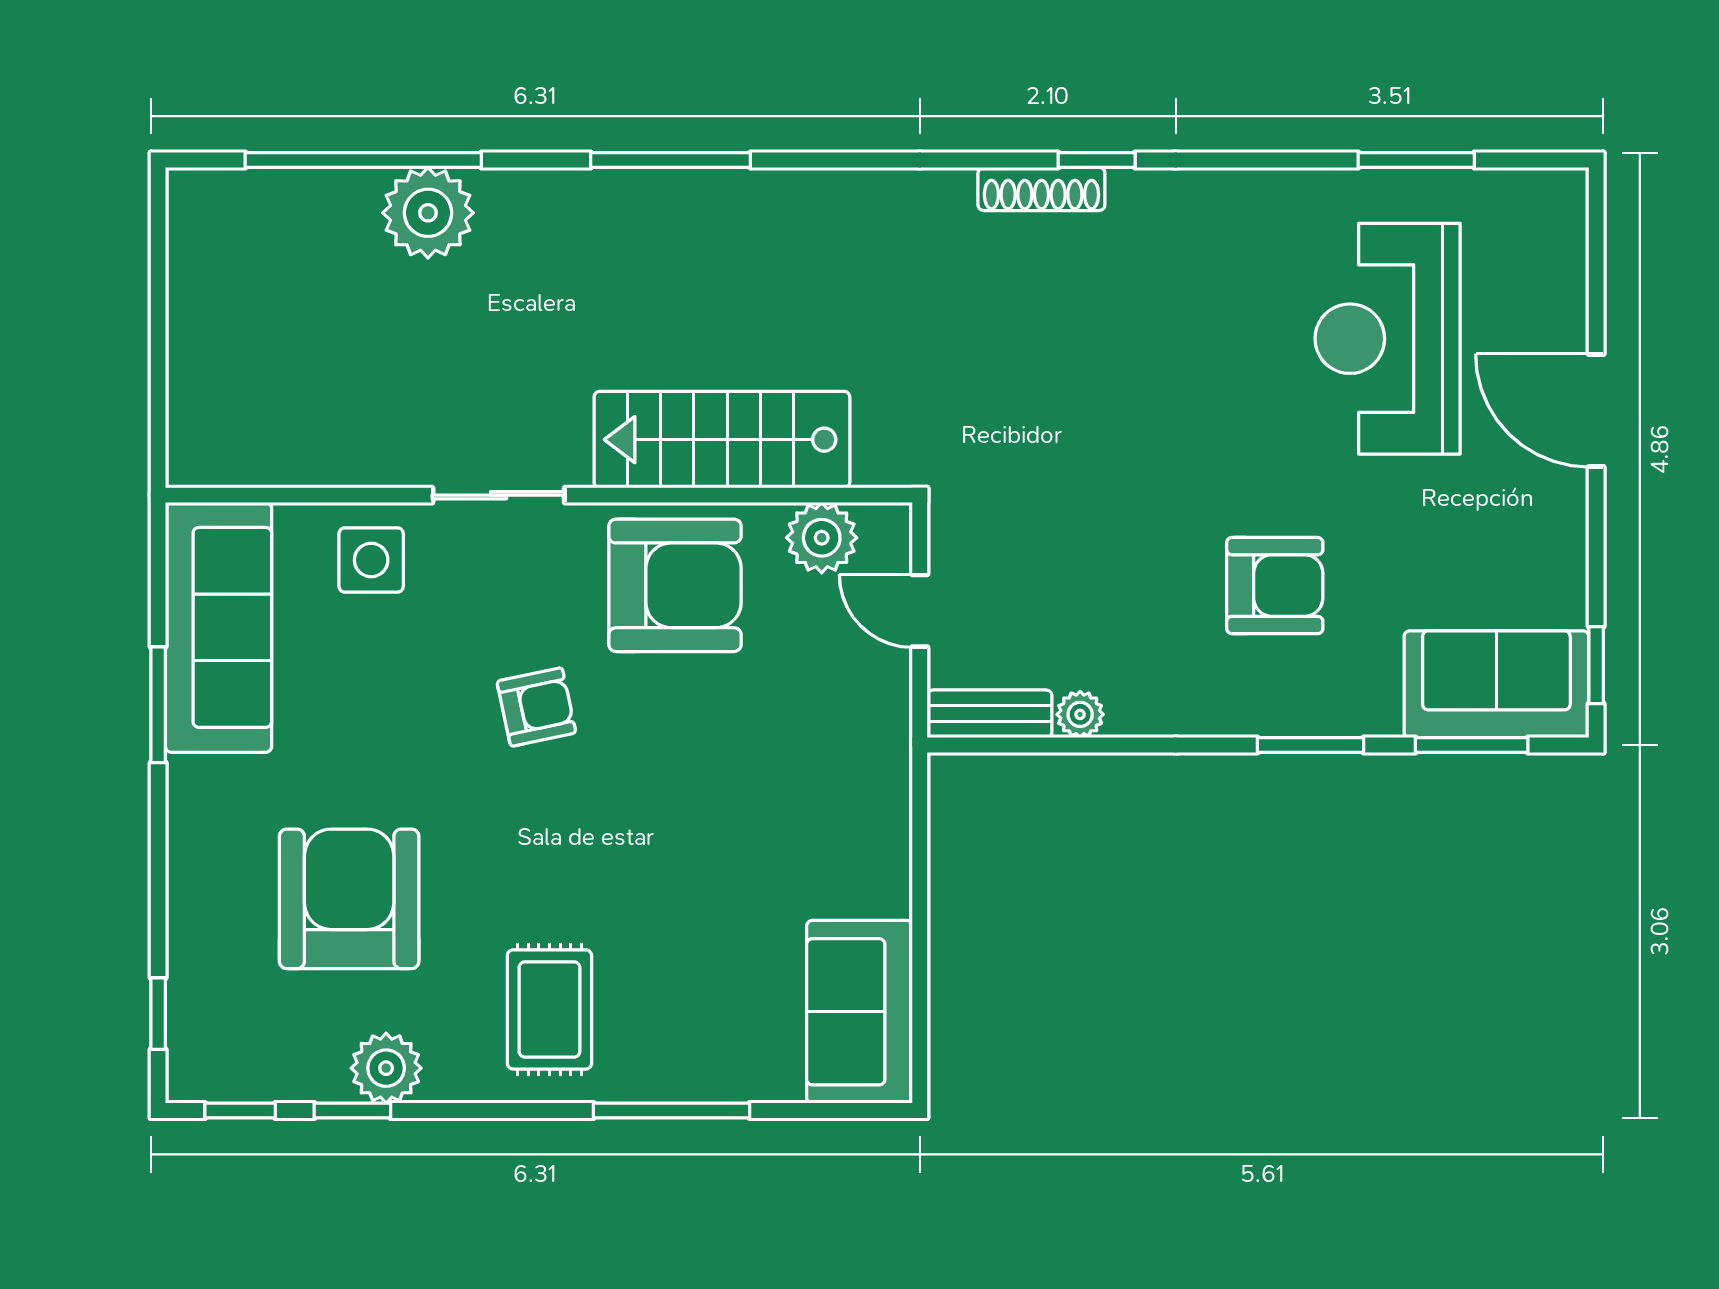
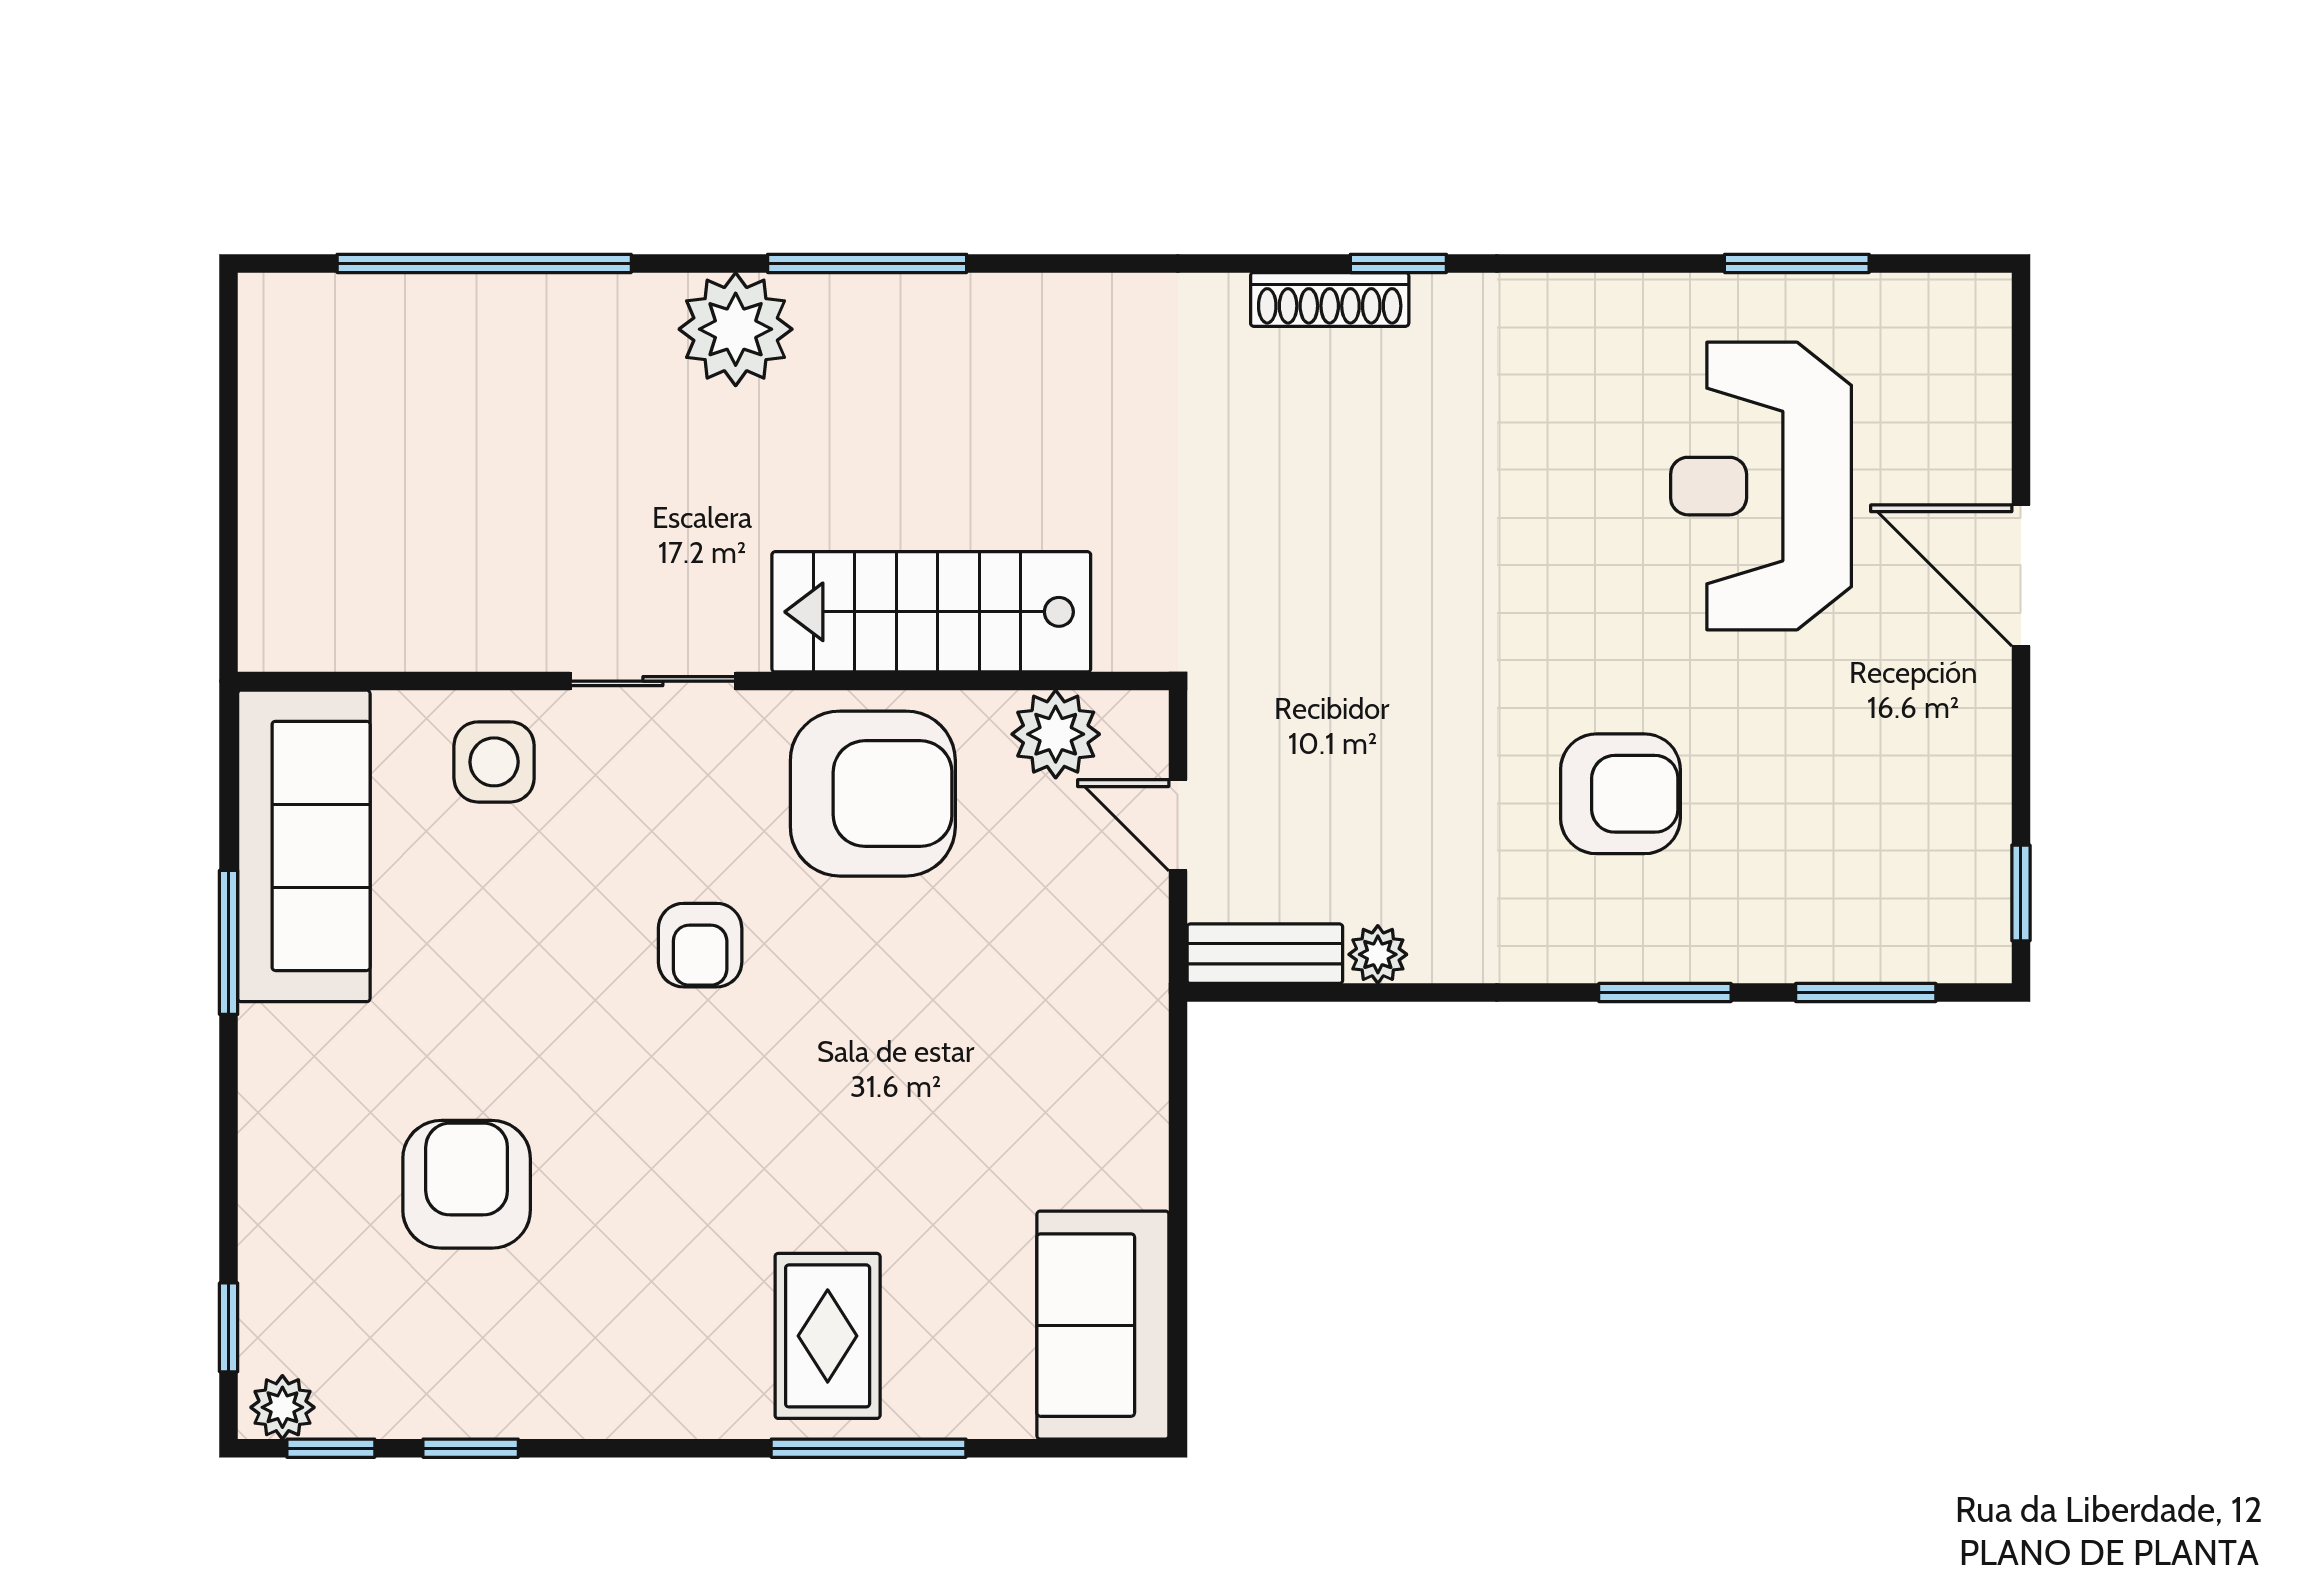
plant: (428, 213) -> (736, 329), moved
sofa: (1496, 684) -> (1897, 917), removed
armchair: (536, 707) -> (700, 945), turned 102
armchair: (349, 899) -> (467, 1184), width x0.73, depth x0.73
rug: (549, 1009) -> (828, 1336), moved
plant: (386, 1068) -> (282, 1407), moved, width x0.73, depth x0.73

